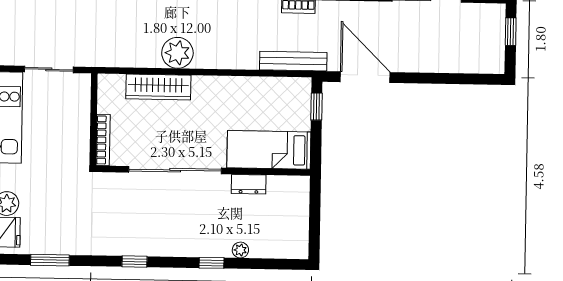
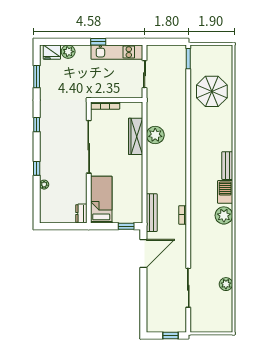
plant: (177, 53) -> (155, 135), moved
dresser: (249, 184) -> (81, 214), moved

